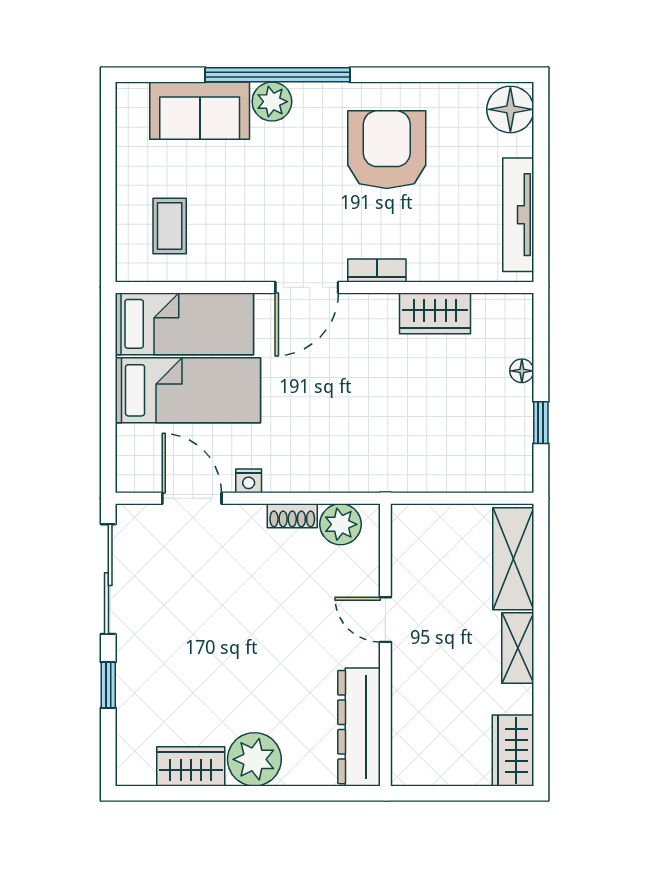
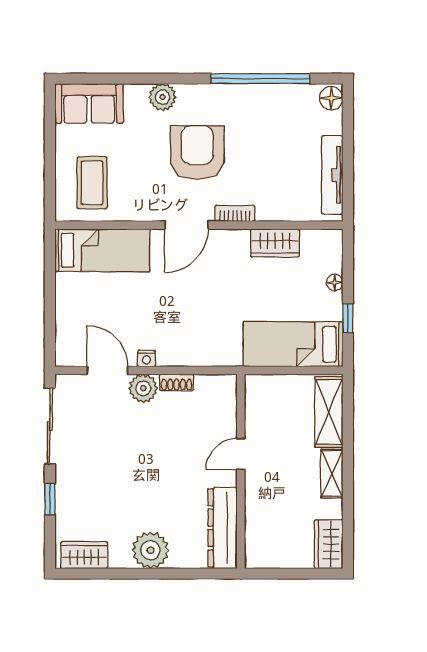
window: (277, 75) -> (261, 79), moved
floor lamp: (510, 109) -> (331, 98), width x0.73, depth x0.73
sofa: (200, 111) -> (89, 103), moved
armchair: (387, 150) -> (197, 153), moved
coffee table: (170, 226) -> (92, 183), width x1.36, depth x1.30
bed: (188, 390) -> (293, 344), moved, turned 180
plant: (341, 524) -> (143, 388), moved
door: (385, 620) -> (241, 454), hinge flipped
wardrobe: (191, 766) -> (84, 555), moved

